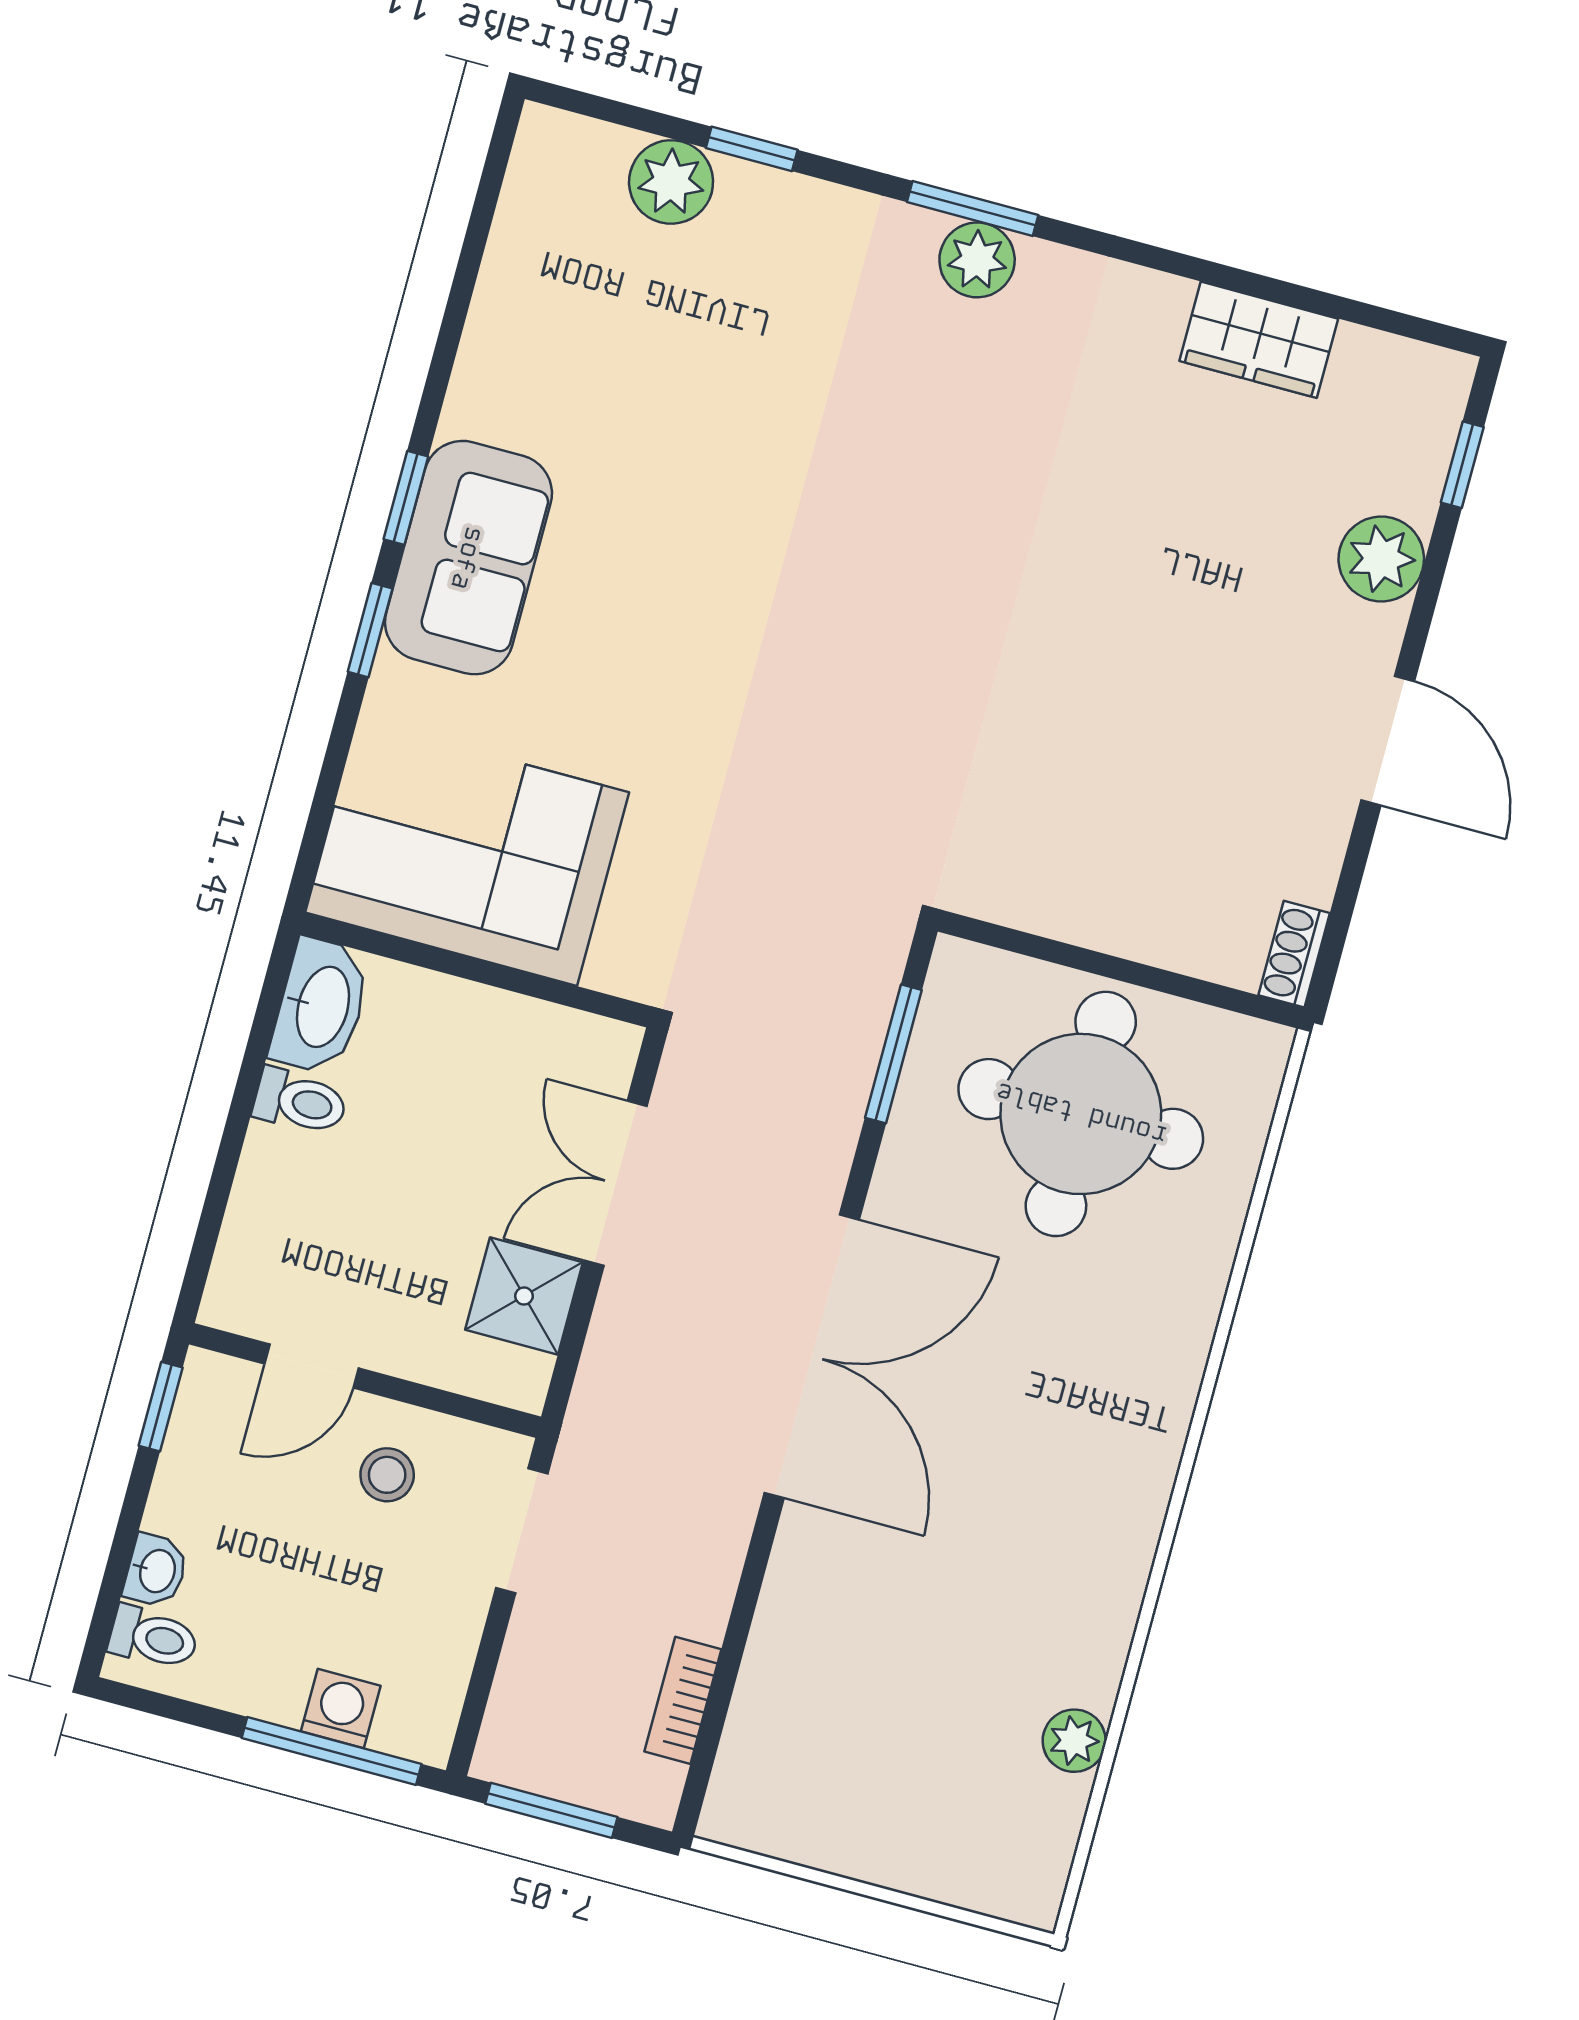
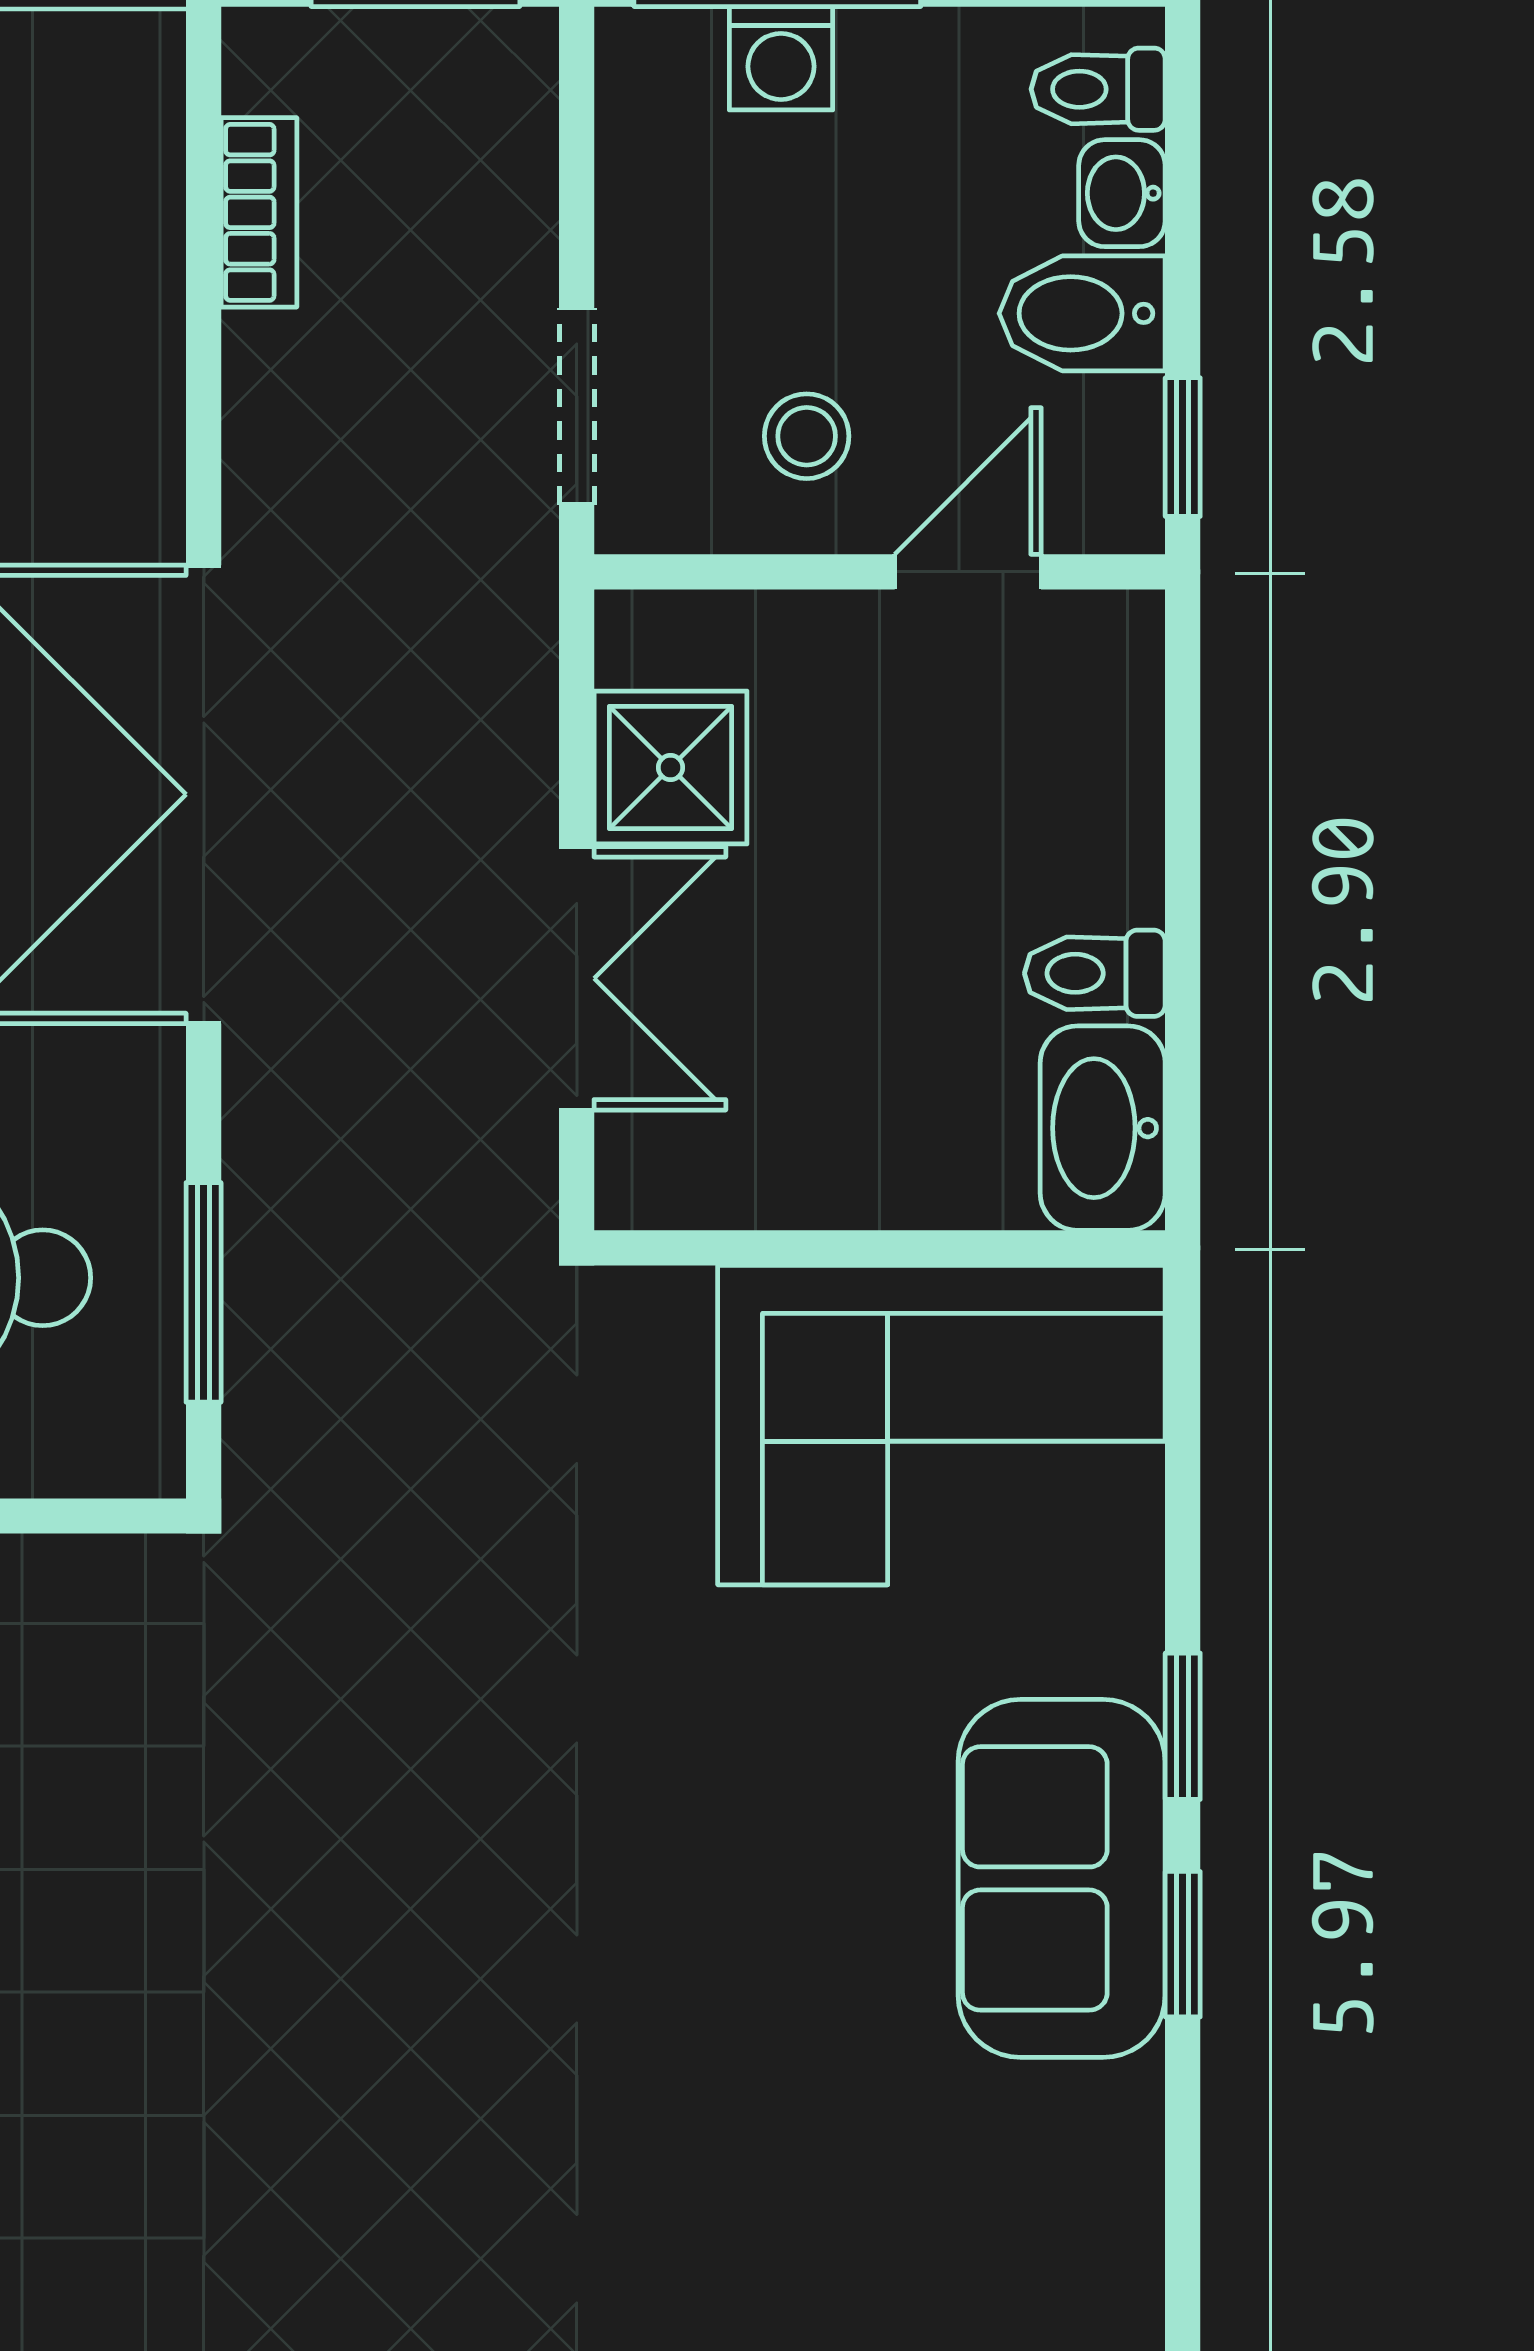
bidet: (200, 1504) -> (1082, 313), added

